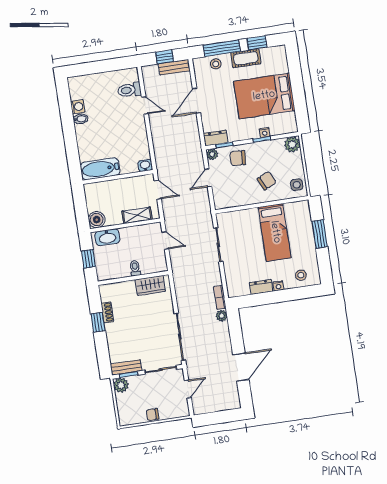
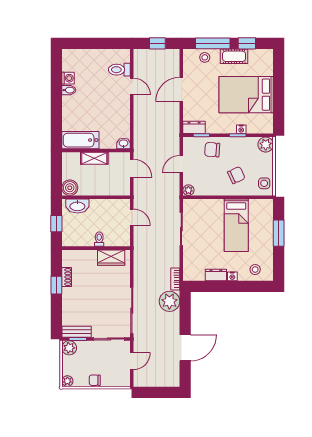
bench: (174, 67) -> (165, 55), removed
plant: (212, 154) -> (188, 190), moved
shelving: (137, 215) -> (94, 158), moved
plant: (222, 316) -> (169, 301), width x1.88, depth x1.88
plant: (124, 420) -> (67, 381), added

